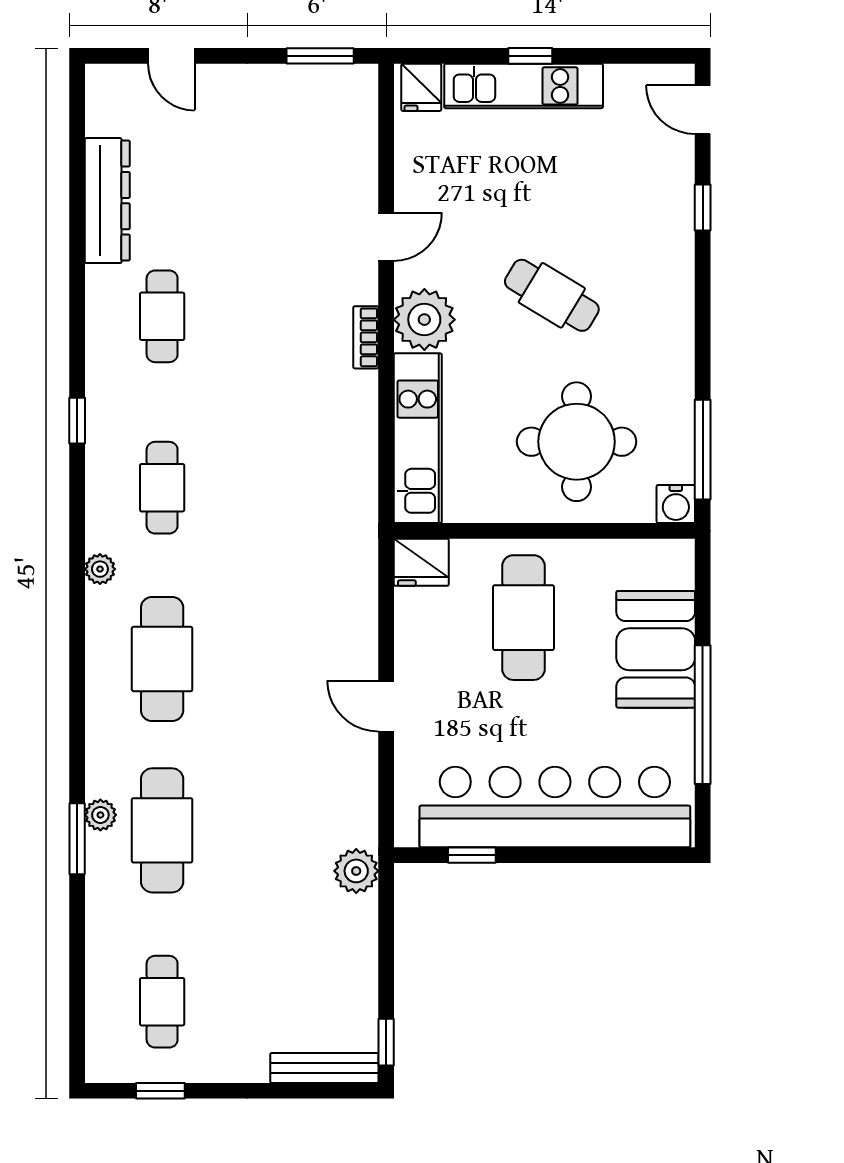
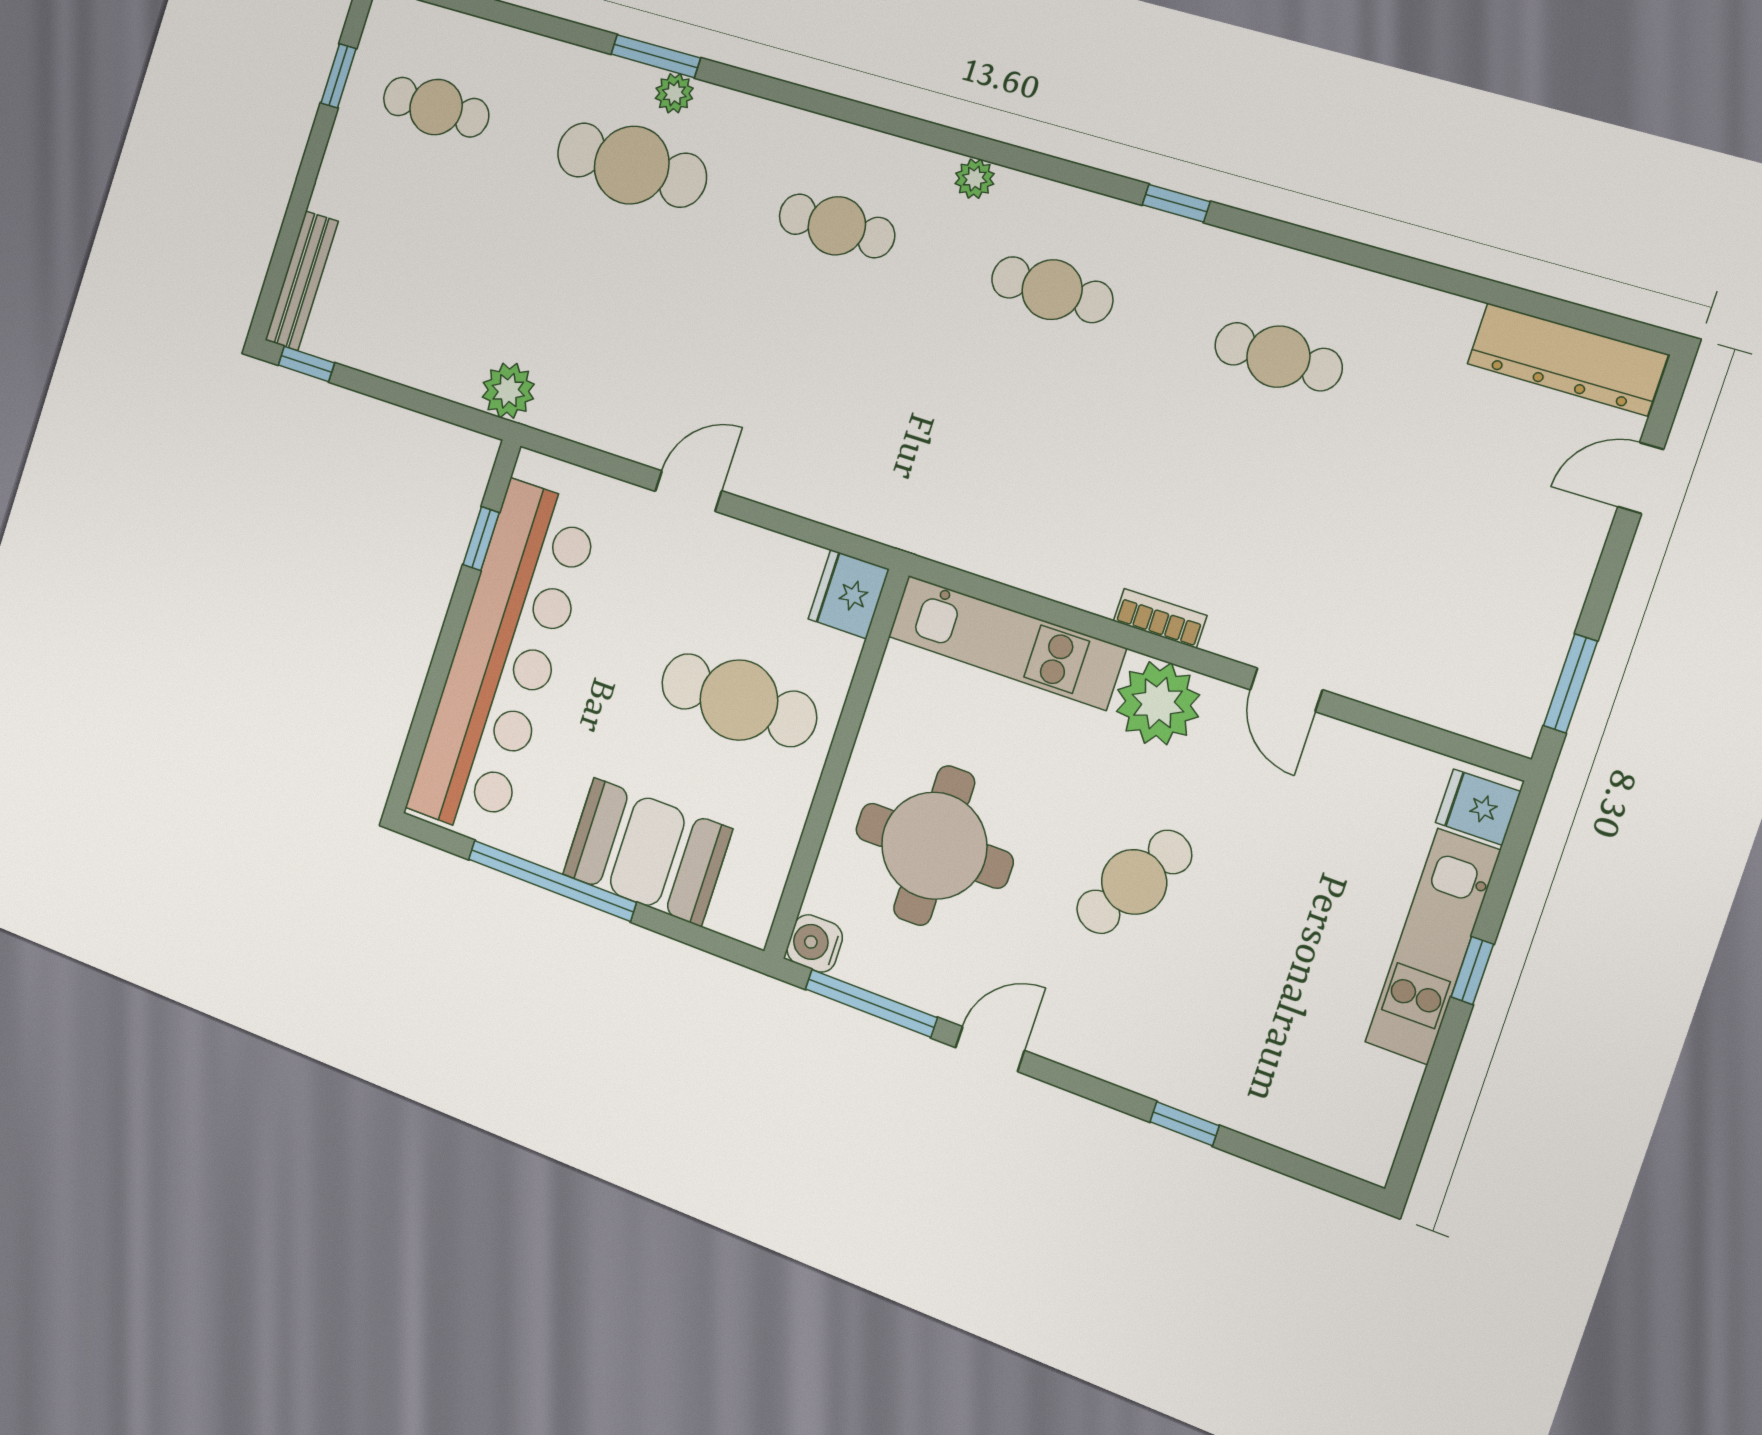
door: (703, 110) -> (990, 1049), moved
dresser: (107, 201) -> (1567, 359), moved
cafe table: (162, 659) -> (837, 226), width x0.73, depth x0.74

